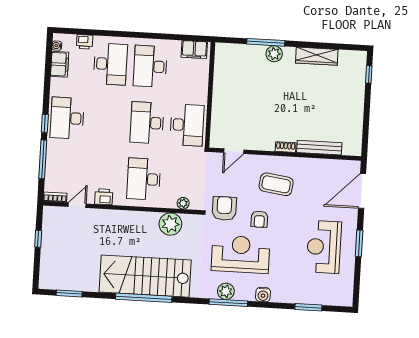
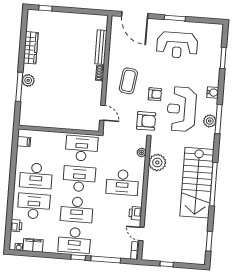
filing cabinet: (194, 50) -> (24, 142), width x0.50
desk: (107, 120) -> (77, 210), added
desk: (147, 123) -> (79, 179), turned 180
armchair: (224, 208) -> (146, 121), turned 180

